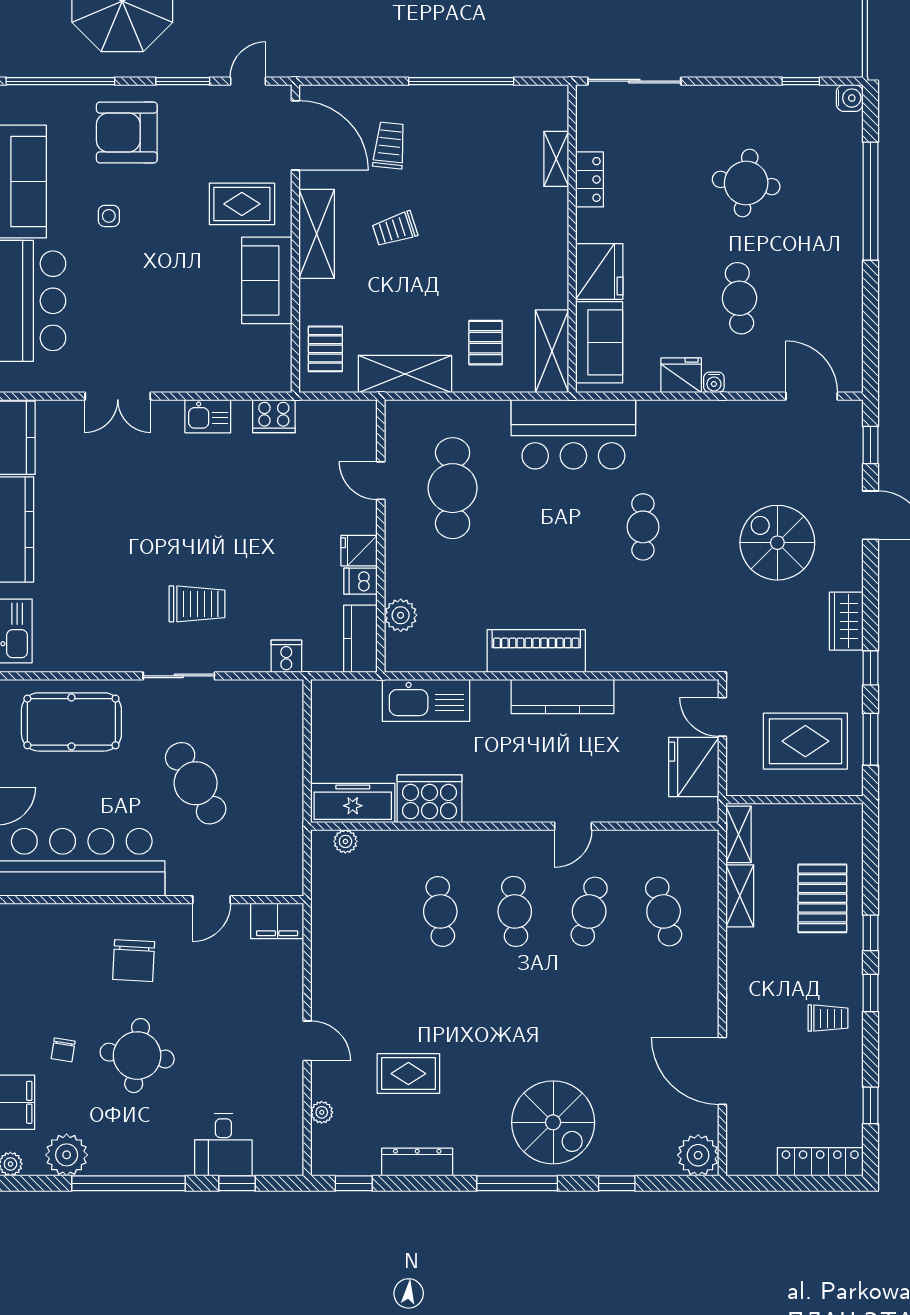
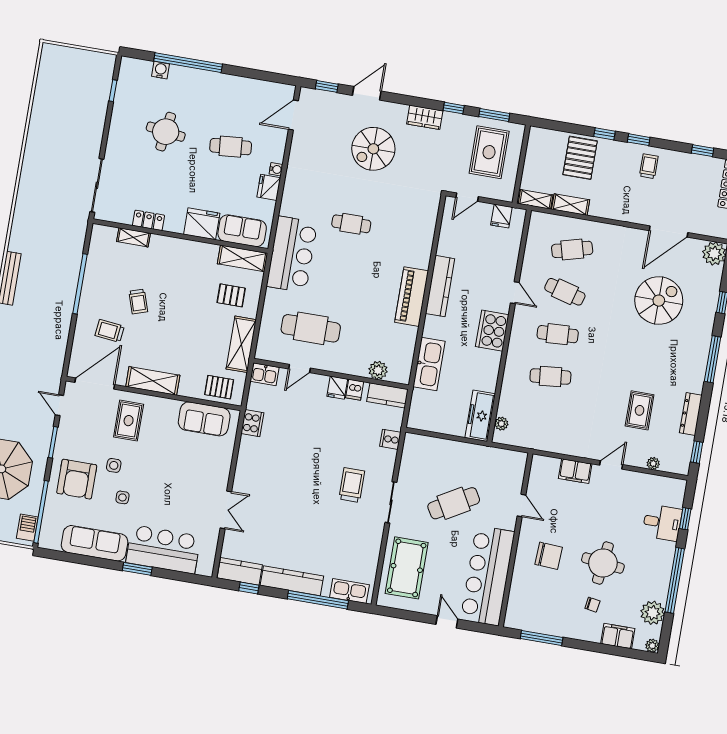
barbecue: (29, 62) -> (27, 528), added
water cooler: (850, 98) -> (161, 70), moved
side table: (161, 192) -> (114, 465), added
trolley: (395, 229) -> (138, 301), moved
sofa: (267, 280) -> (204, 419), moved
kitchen sink: (208, 416) -> (264, 374), moved, turned 90
fridge: (694, 767) -> (501, 216), width x0.53, depth x0.75
cooker: (430, 799) -> (492, 331), moved
pallet: (822, 898) -> (580, 158), turned 90
filing cabinet: (277, 921) -> (575, 471), moved, turned 90
spiral stairs: (553, 1122) -> (659, 301), moved

